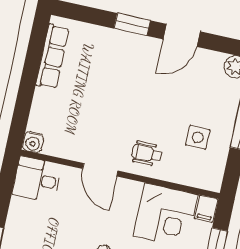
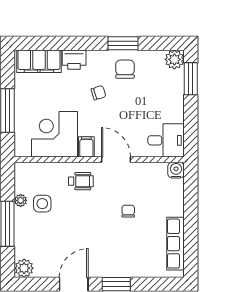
chair: (99, 107) -> (128, 211), added
plant: (222, 147) -> (21, 200), added
filing cabinet: (206, 209) -> (86, 147), moved

